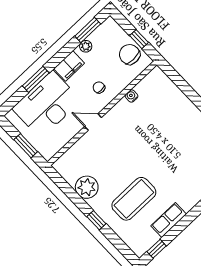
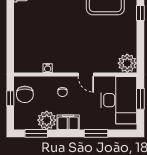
plant: (86, 46) -> (47, 120), width x1.87, depth x1.87
desk: (47, 105) -> (119, 100), moved, turned -90
plant: (87, 187) -> (127, 63), moved

